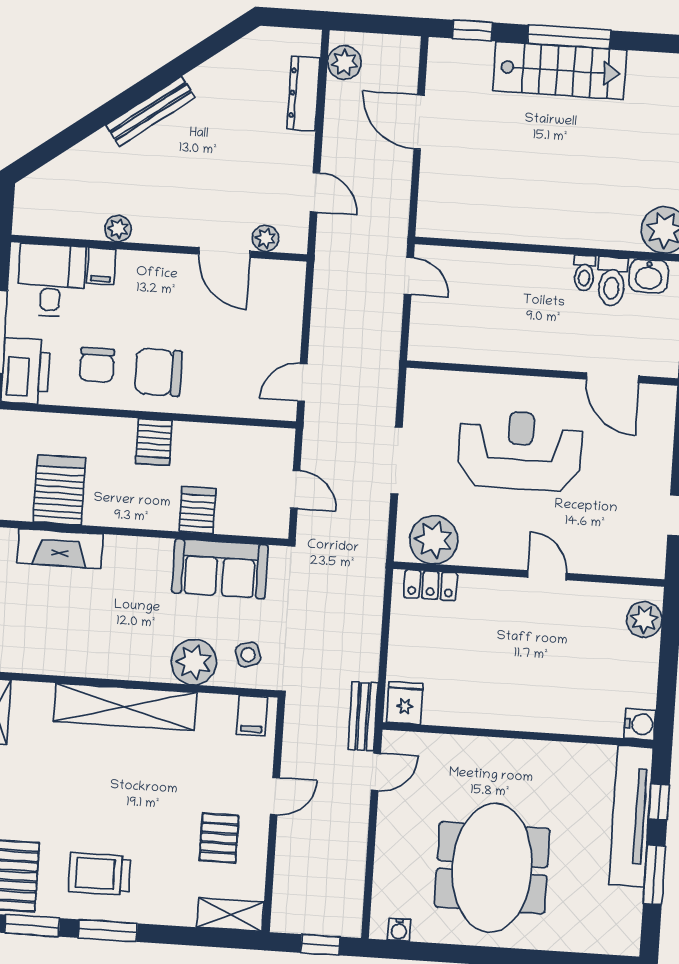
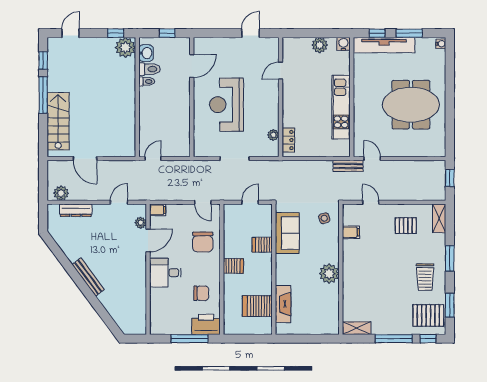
window: (472, 30) -> (43, 61), moved
stairs: (560, 70) -> (58, 121), moved
door: (419, 122) -> (85, 159), hinge flipped
plant: (118, 229) -> (141, 288), removed
filing cabinet: (101, 266) -> (158, 210), moved
desk: (51, 280) -> (165, 273), moved
chair: (158, 372) -> (203, 242), moved
plant: (434, 540) -> (273, 135), width x0.53, depth x0.53
door: (547, 575) -> (281, 71), moved
plant: (644, 620) -> (320, 45), moved
plant: (194, 662) -> (329, 274), moved
fridge: (405, 703) -> (341, 148), removed
shelving: (125, 707) -> (351, 271), removed
kitchen unit: (497, 709) -> (341, 107), added
filing cabinet: (252, 715) -> (351, 232), moved
door: (275, 796) -> (371, 202), moved
water cooler: (399, 930) -> (441, 44), moved
window: (108, 931) -> (450, 258), moved

